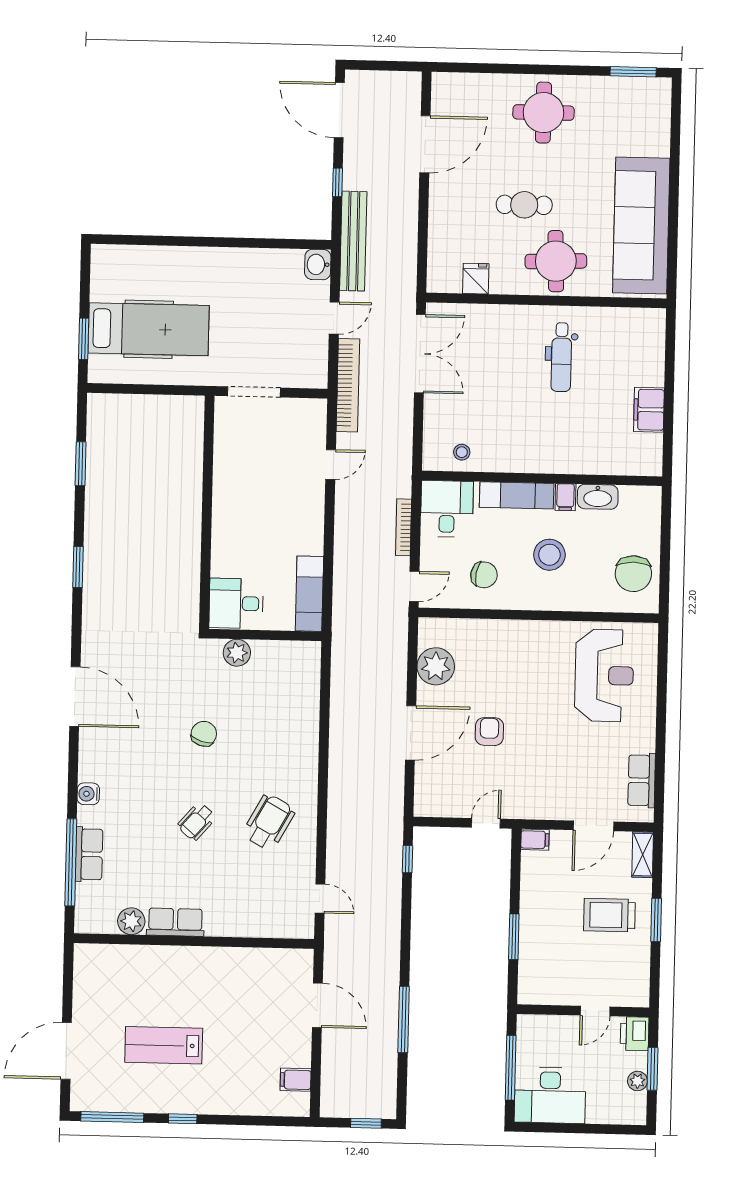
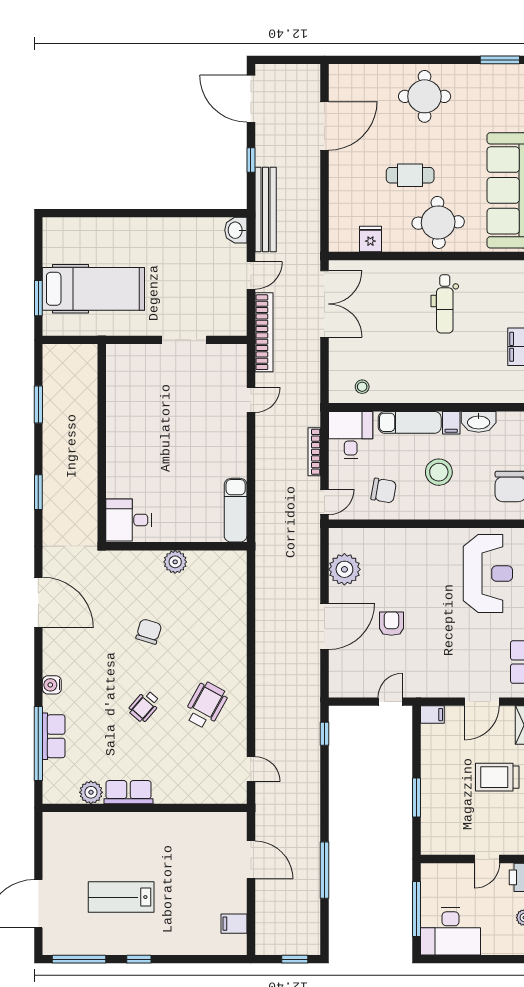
wall: (207, 512) -> (102, 443), moved
desk: (236, 603) -> (129, 520), moved

